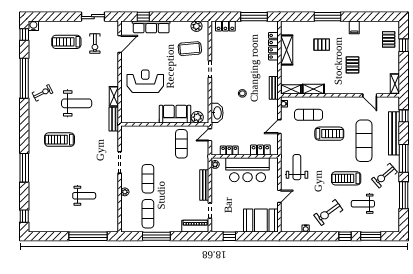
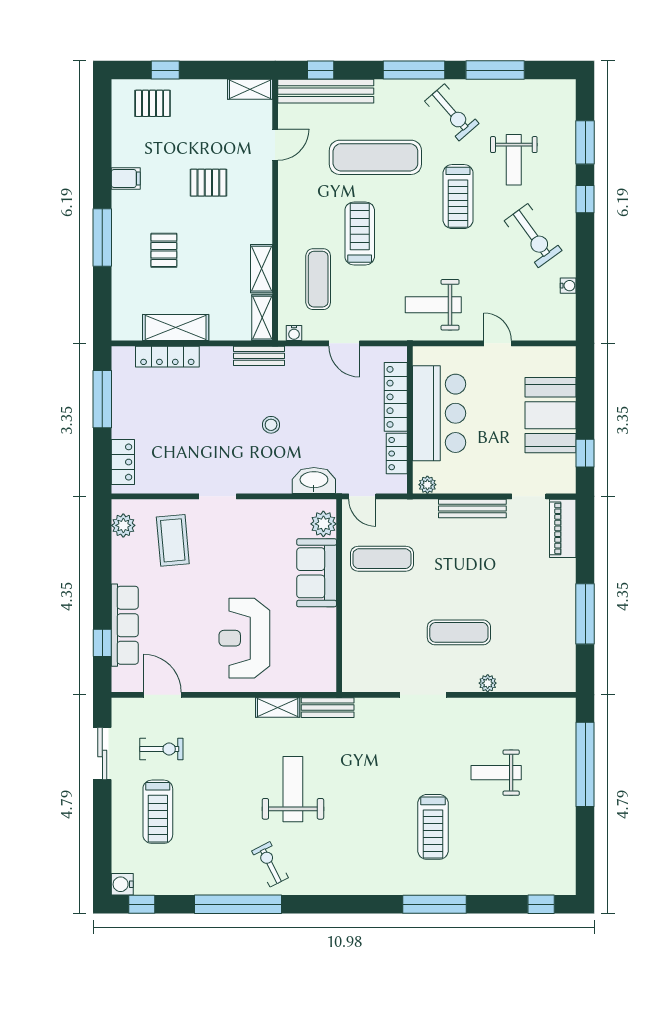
bench: (394, 133) -> (326, 91), moved
treadmill: (60, 140) -> (433, 827), moved
locker: (260, 150) -> (396, 397), width x1.53
weight bench: (84, 196) -> (496, 773), turned -90
exercise mat: (148, 214) -> (536, 632), removed
booth: (261, 220) -> (551, 415), moved

